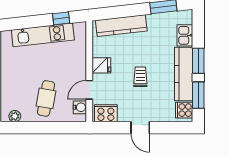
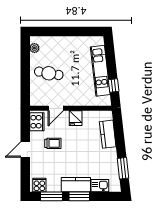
kitchen counter: (121, 26) -> (108, 134), width x0.67
kitchen counter: (184, 74) -> (76, 185), width x0.67
trolley: (140, 77) -> (53, 143), moved
door: (89, 90) -> (56, 108), swing flipped
water cooler: (80, 107) -> (42, 101), removed

